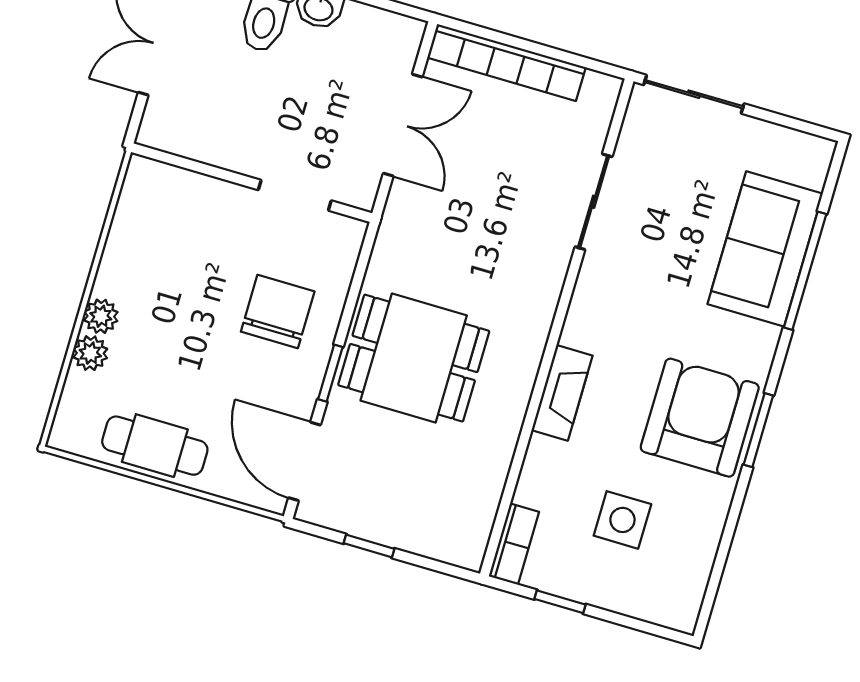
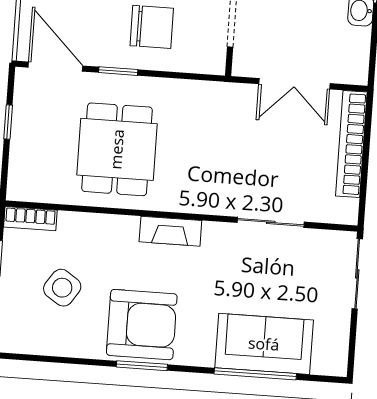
dining table: (414, 358) -> (117, 149), moved
fireplace: (562, 393) -> (170, 231), moved
door: (305, 461) -> (55, 67), hinge flipped
side table: (622, 520) -> (62, 288), turned 34

